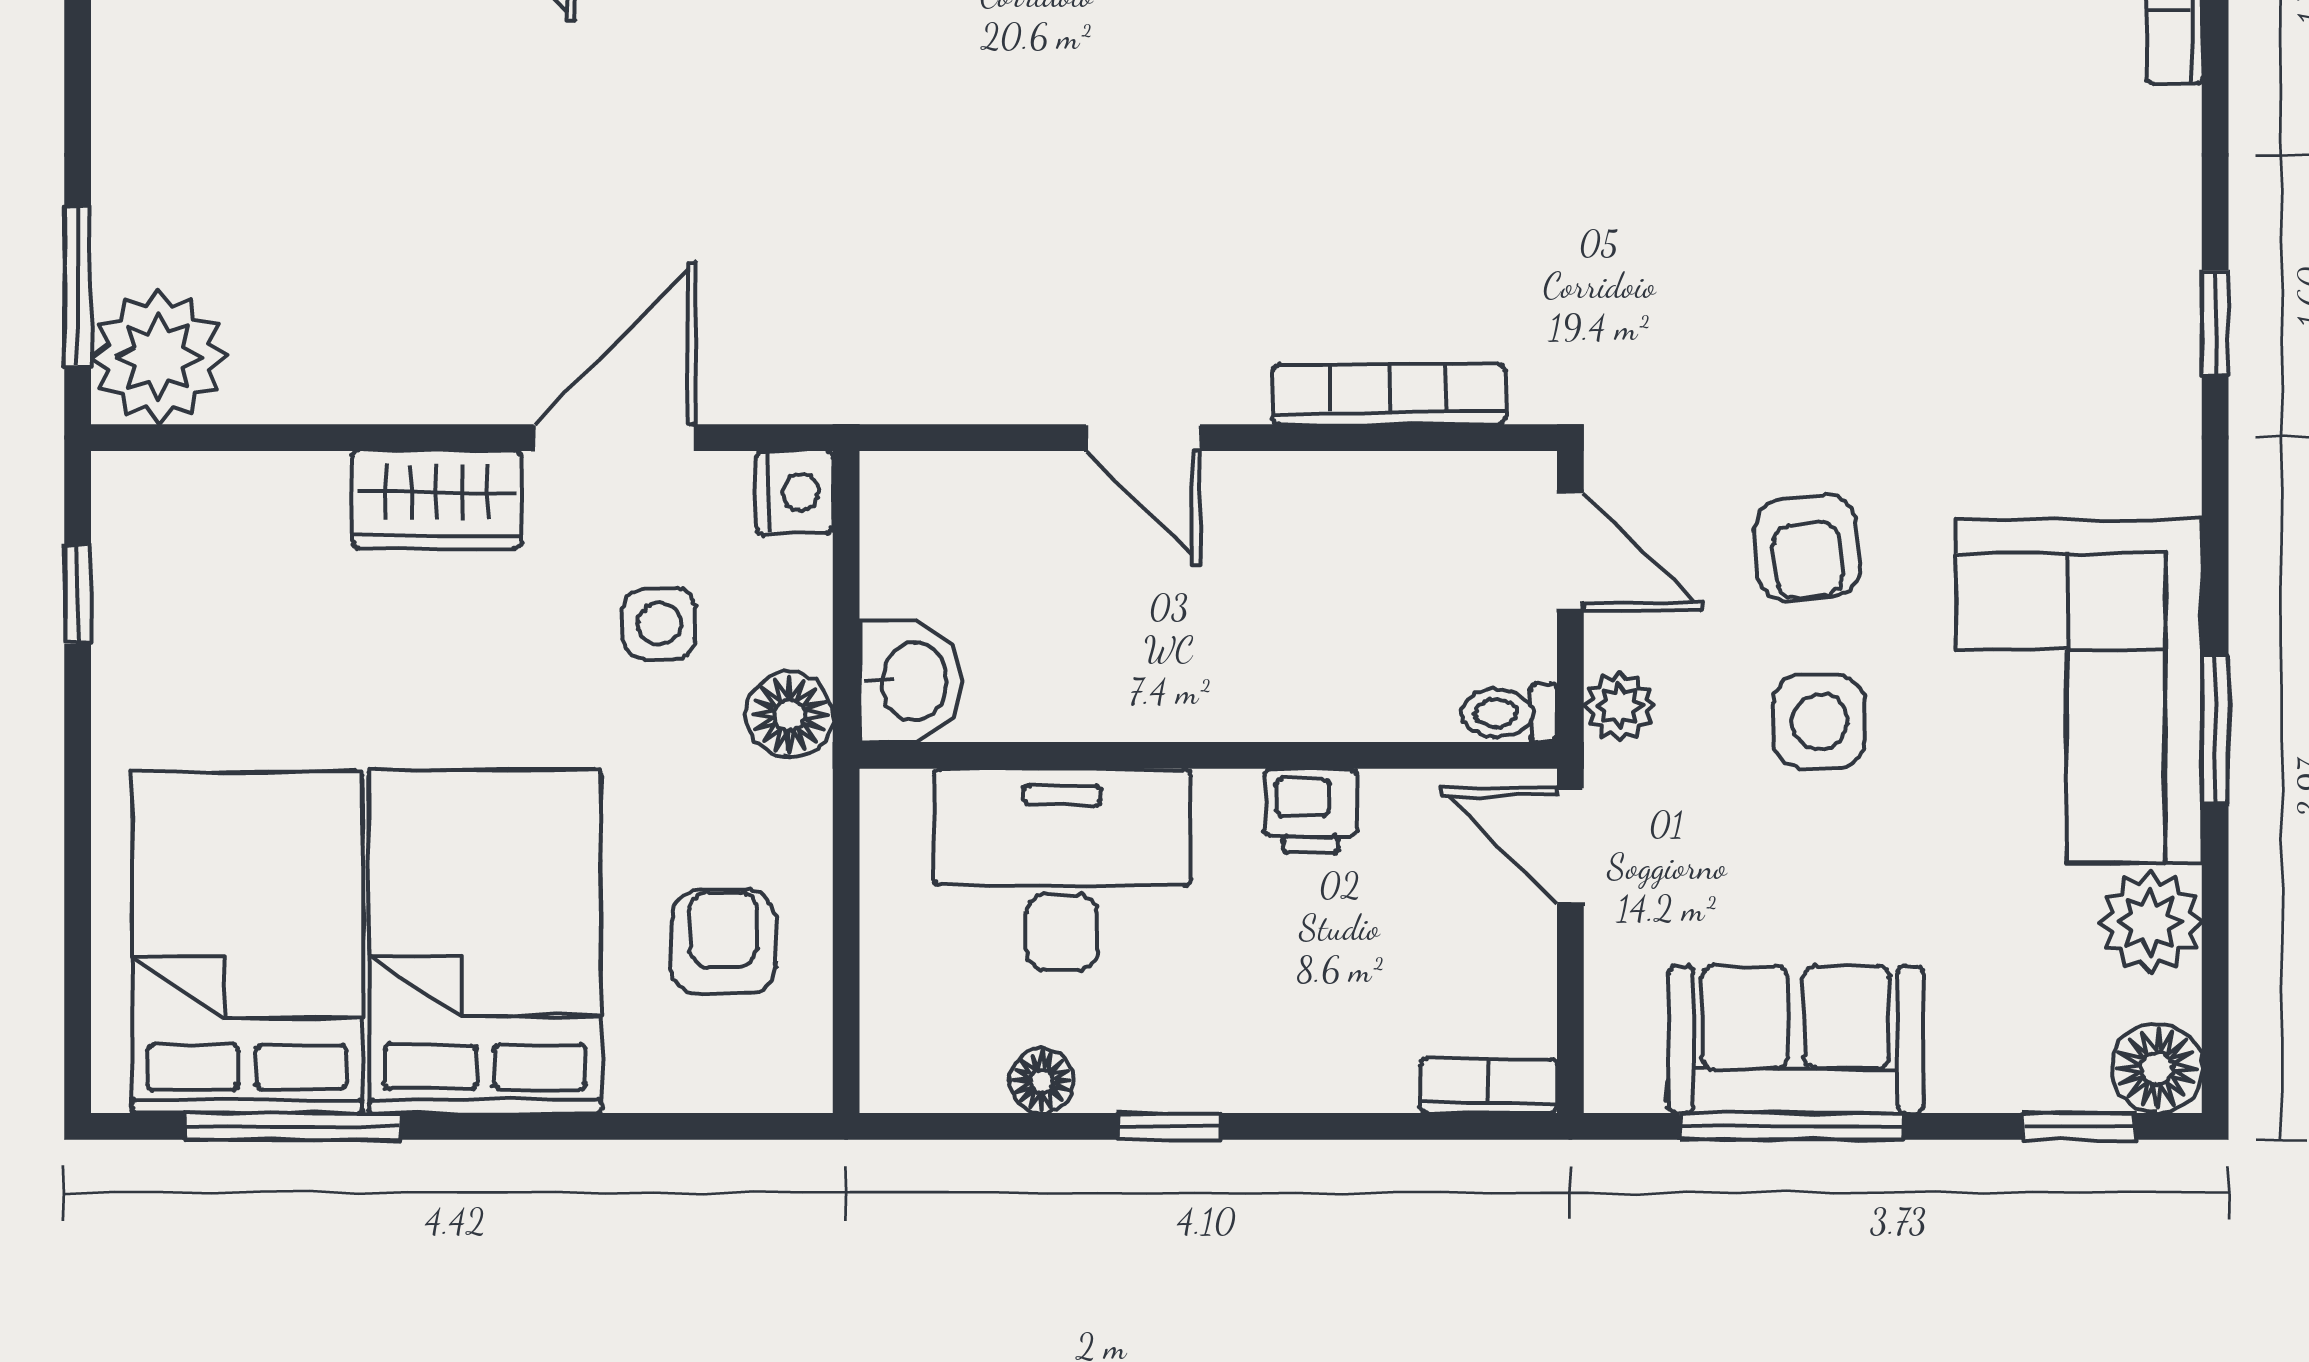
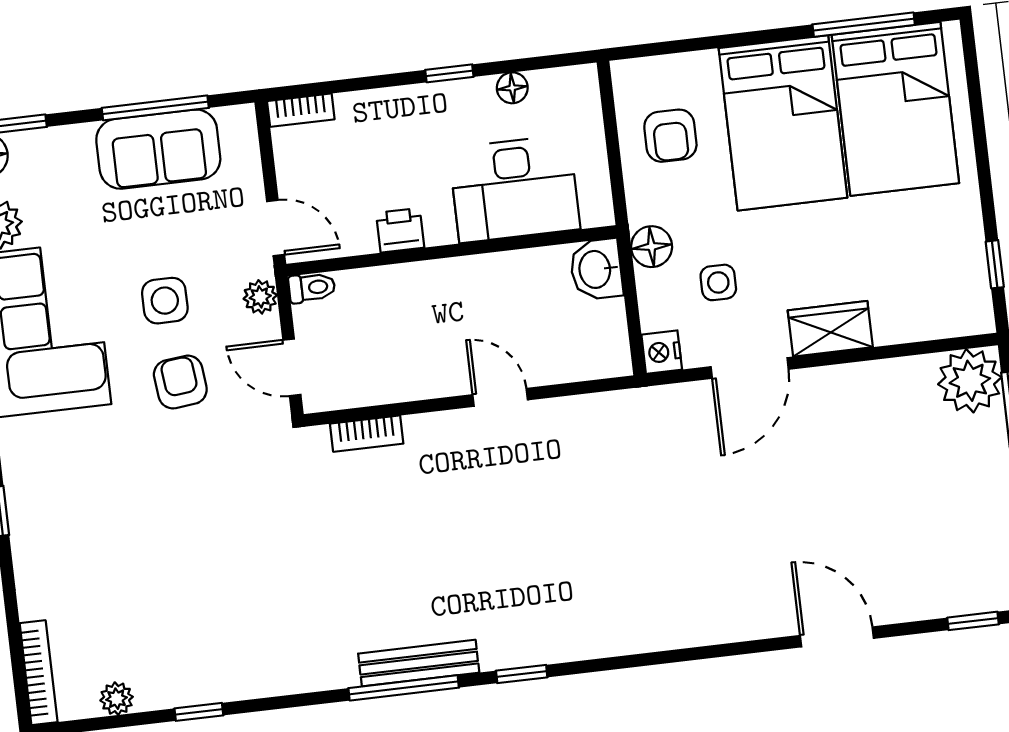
bookcase: (1389, 395) -> (367, 434), width x0.64

